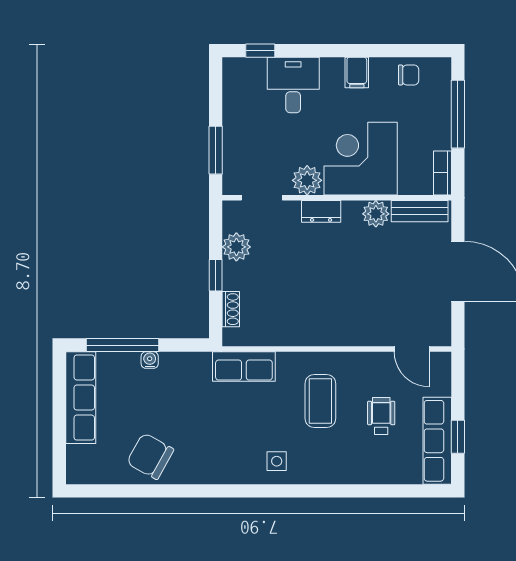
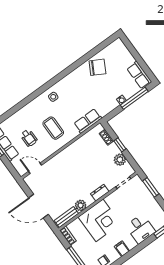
plant: (307, 180) -> (112, 200), removed
row of seats: (81, 398) -> (139, 75), width x0.68

